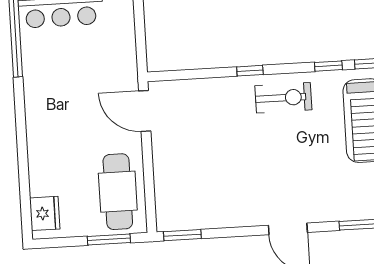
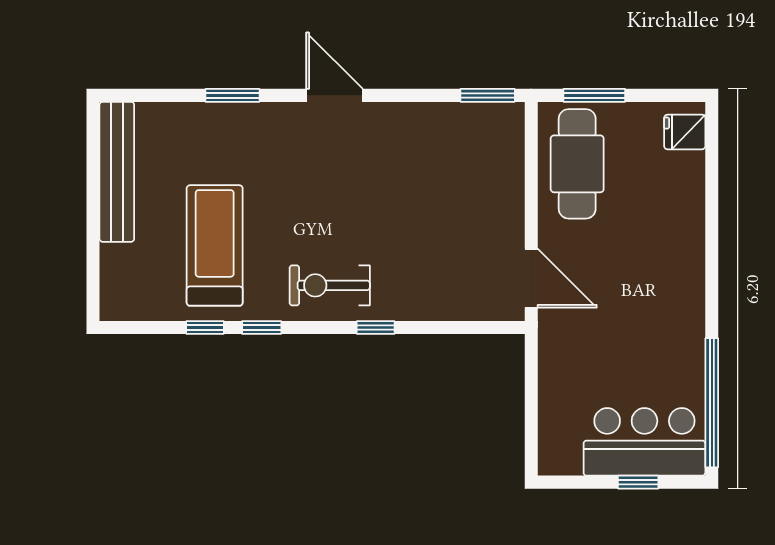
fridge: (45, 213) -> (685, 132), width x0.72

